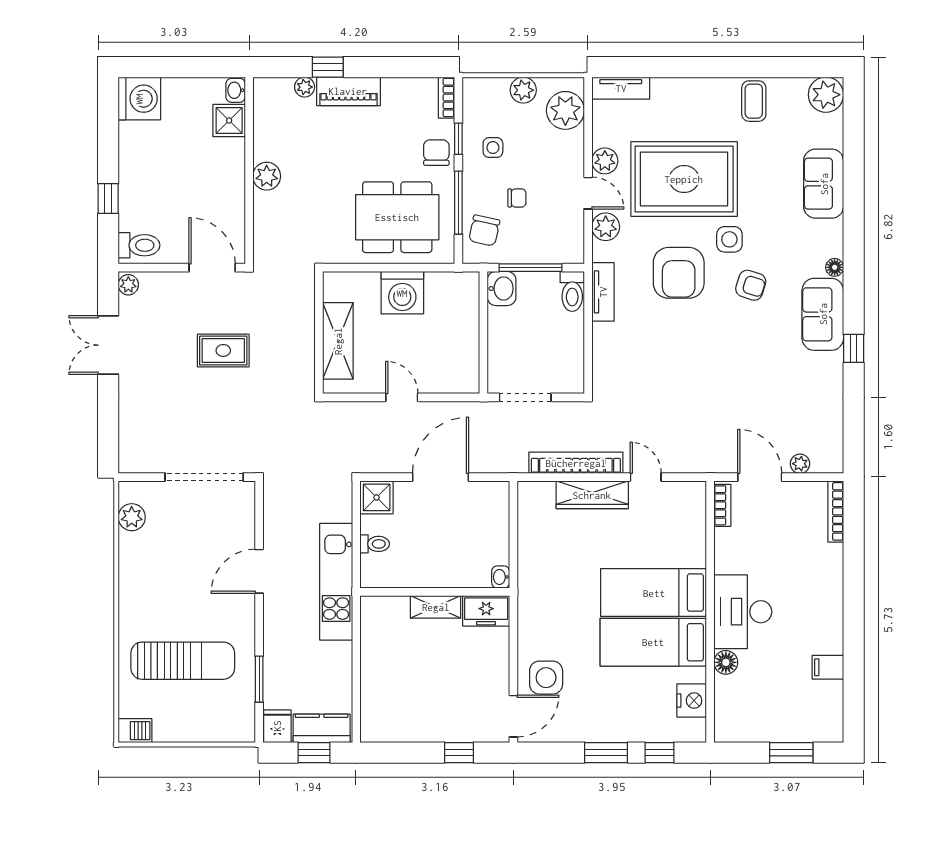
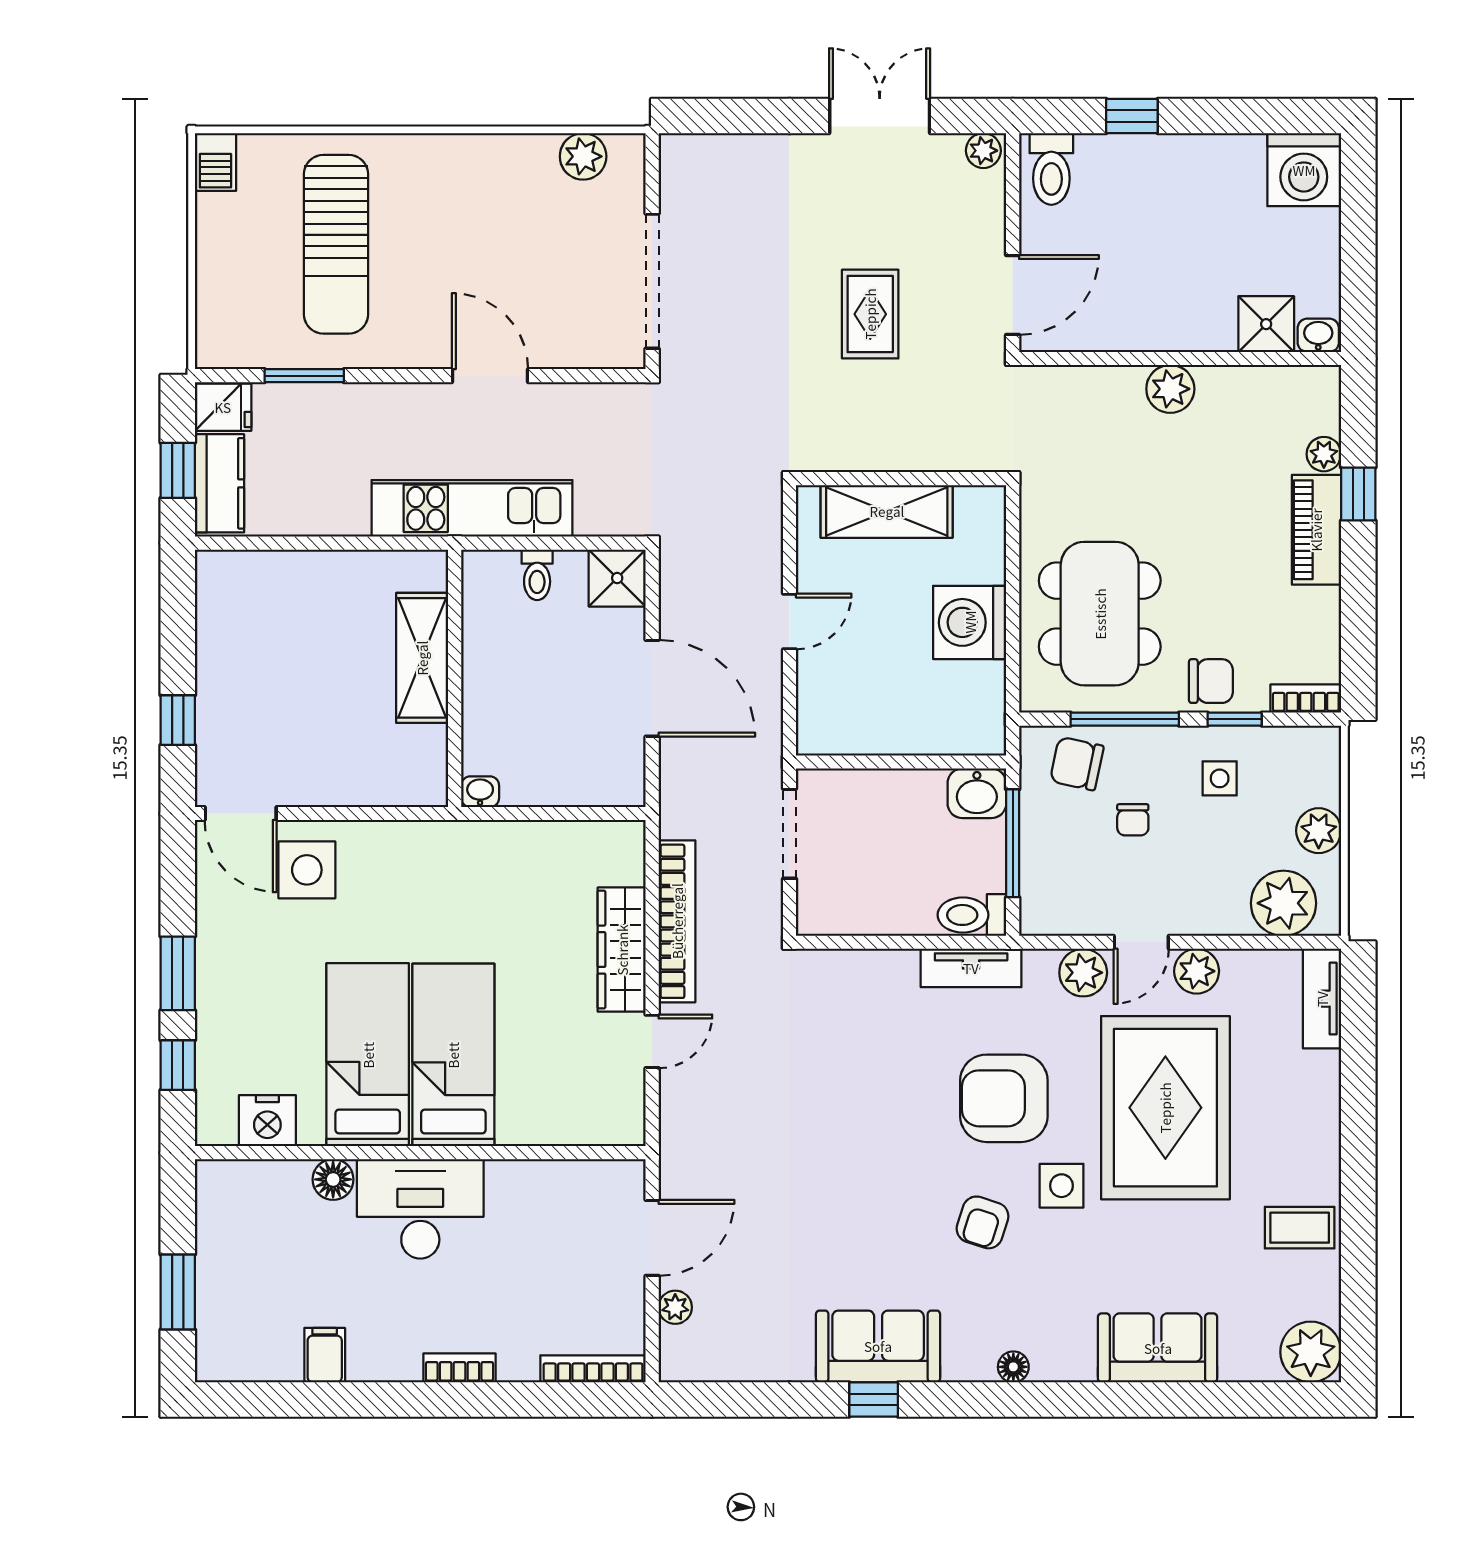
sofa: (823, 314) -> (878, 1346), moved
bookcase: (722, 505) -> (459, 1368), moved, turned 180
shelving: (436, 607) -> (422, 658), width x1.50, depth x1.33
freezer: (486, 611) -> (422, 767), removed

